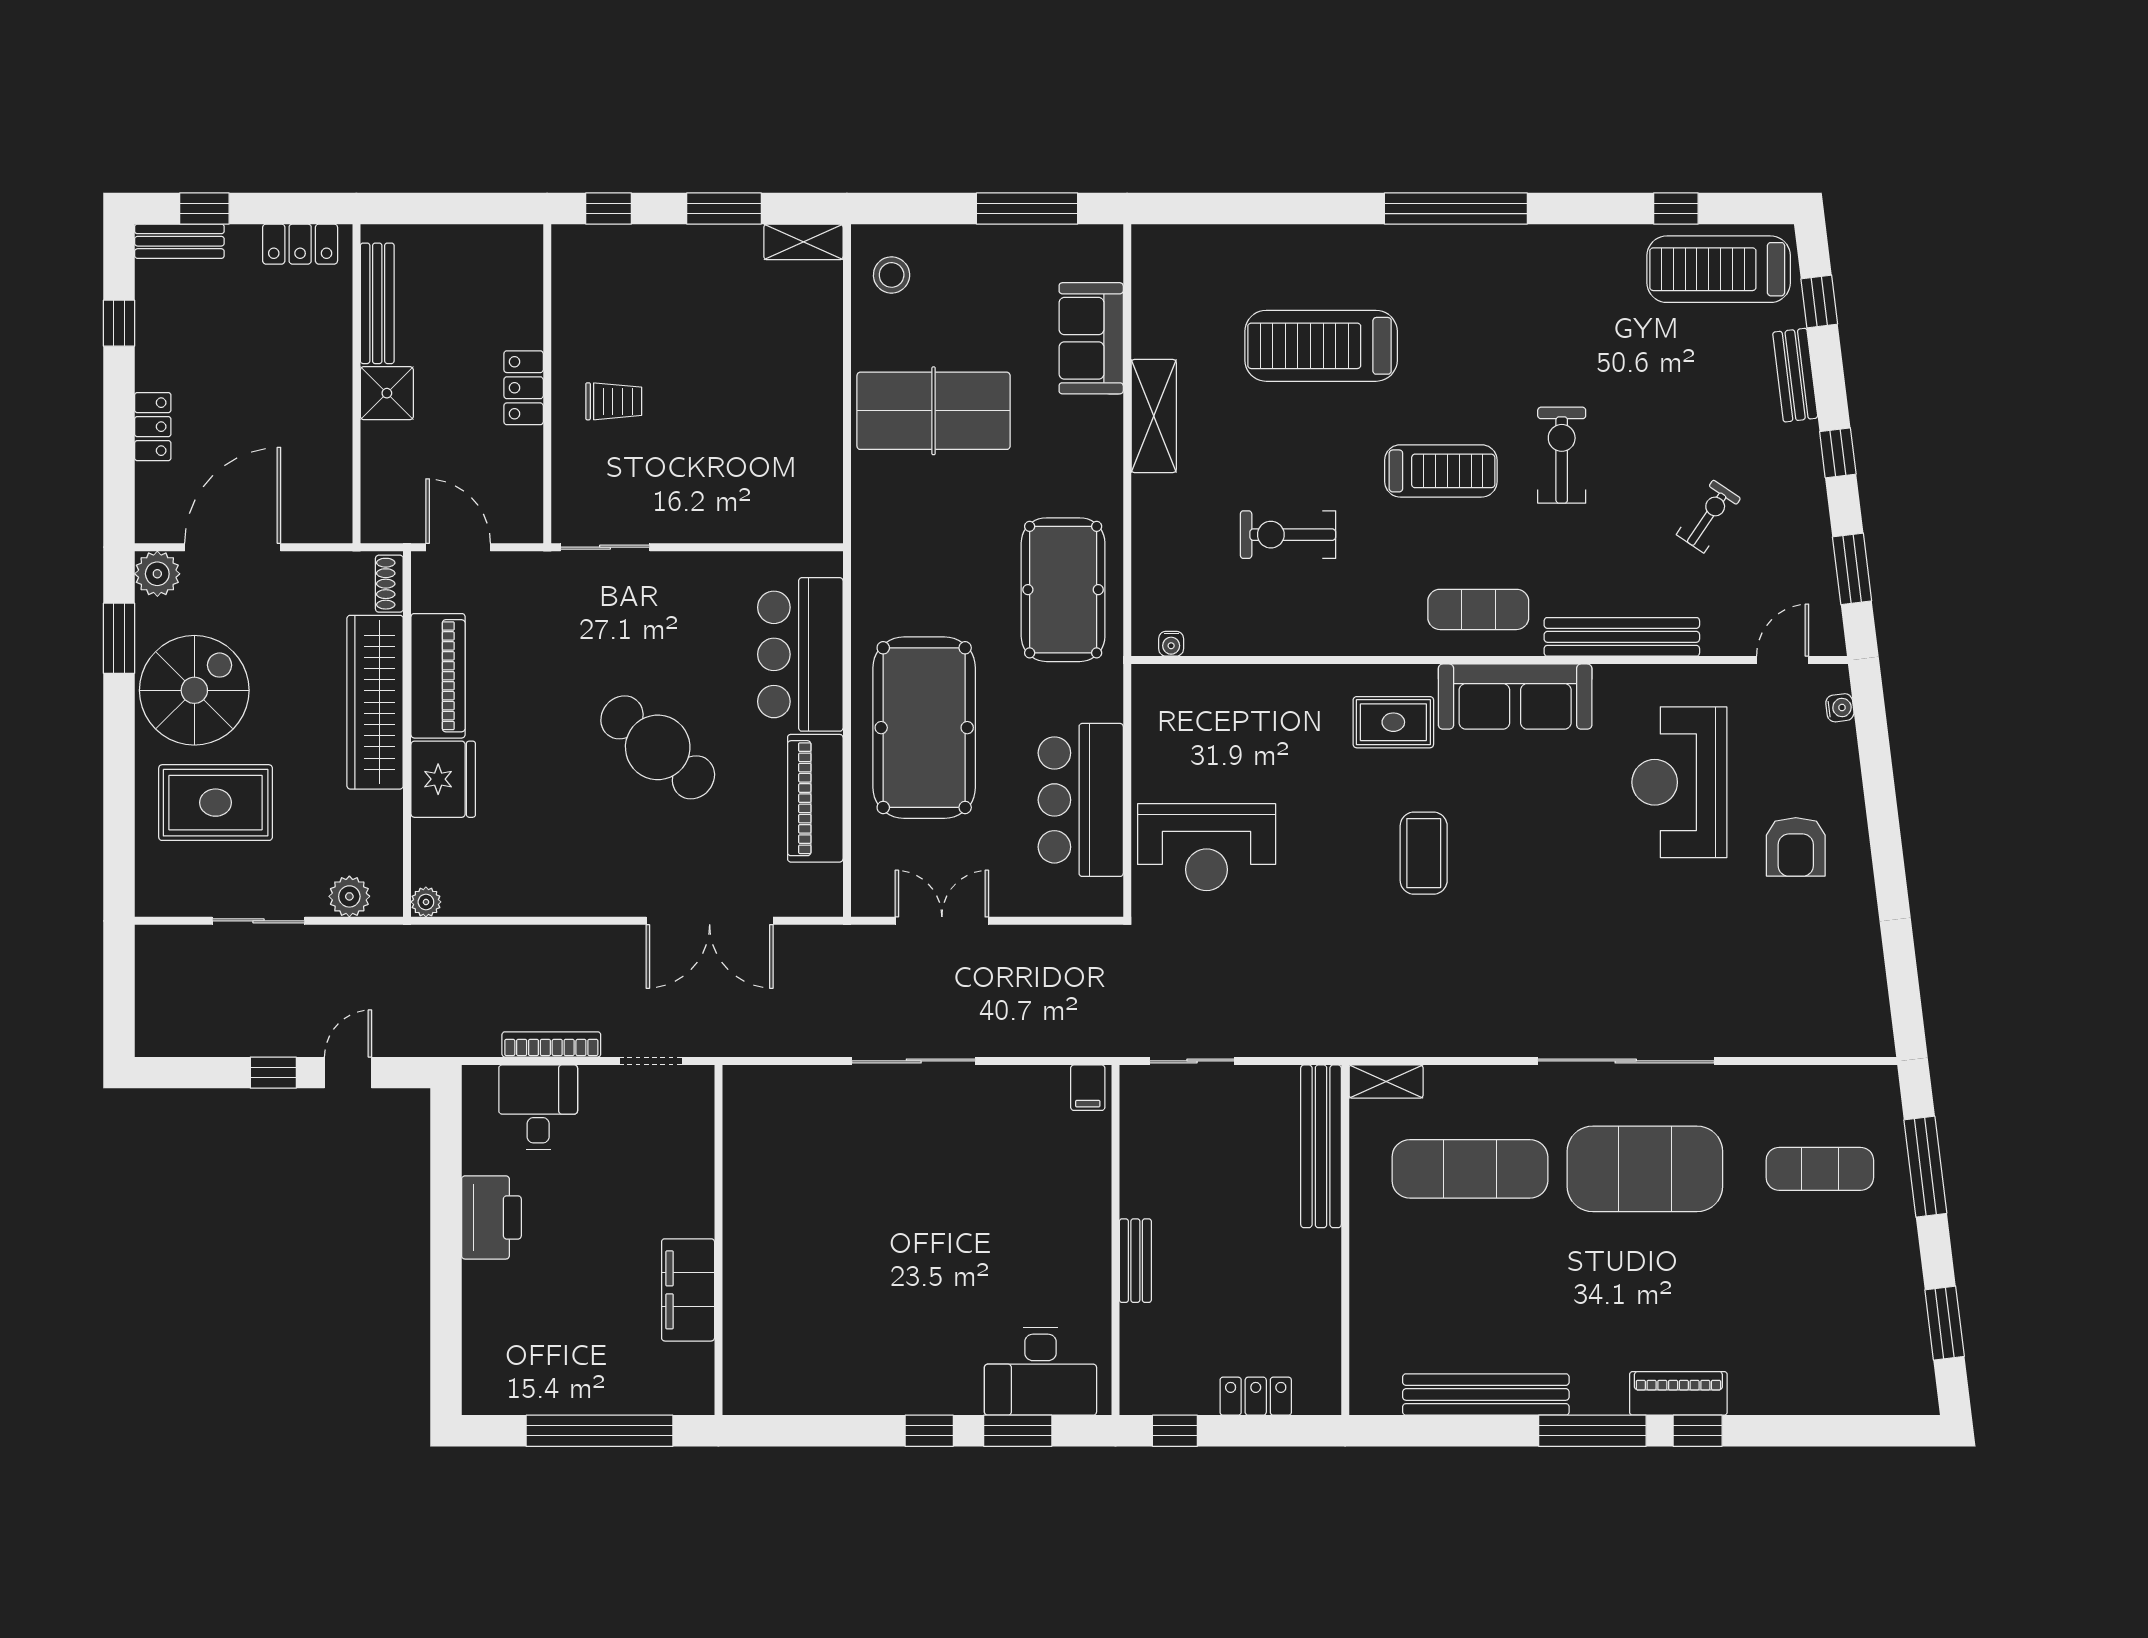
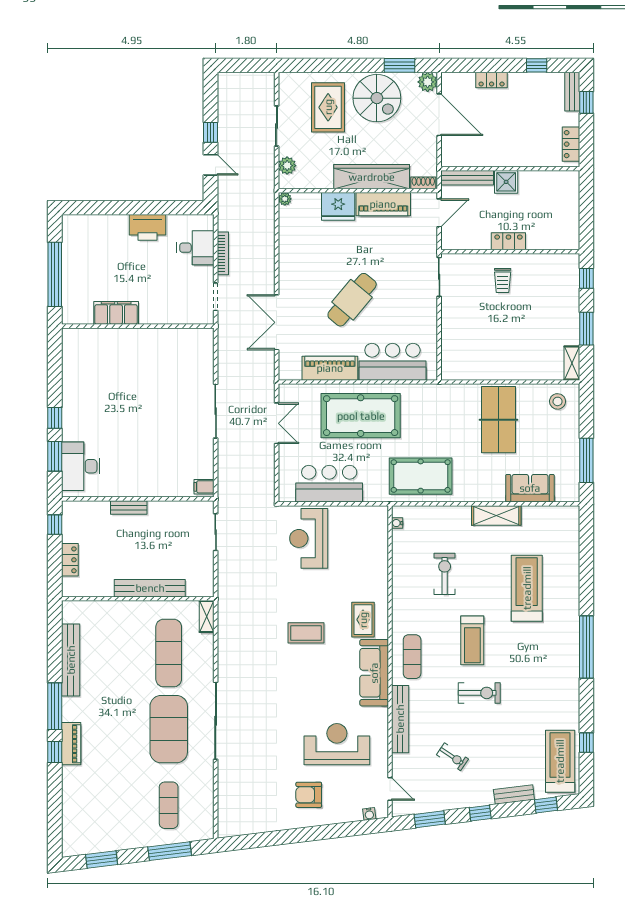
bench: (377, 303) -> (467, 178), moved
bench: (1321, 1146) -> (150, 588), moved

